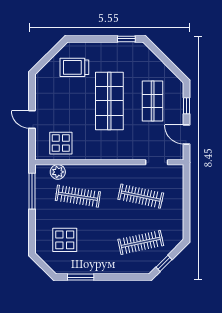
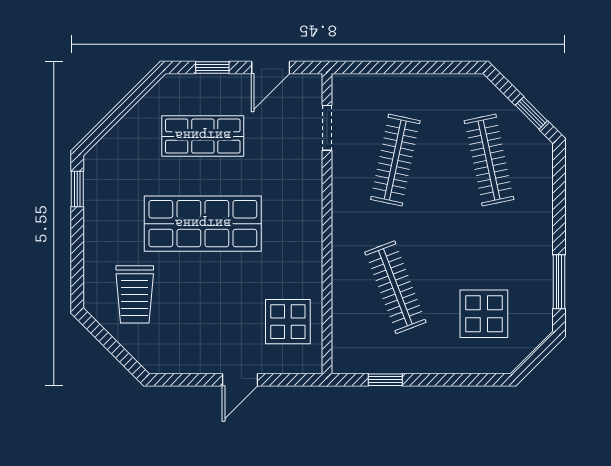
plant: (58, 172) -> (346, 328), removed
window: (32, 191) -> (385, 380), width x0.46
clothes rail: (78, 196) -> (395, 287), turned -30

